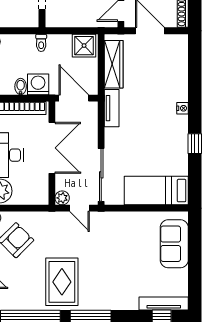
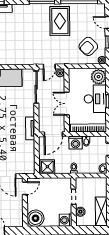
wardrobe: (114, 64) -> (29, 155), removed
door: (74, 98) -> (53, 134), hinge flipped
double door: (52, 148) -> (67, 104), width x0.73
door: (80, 208) -> (49, 67), swing flipped

